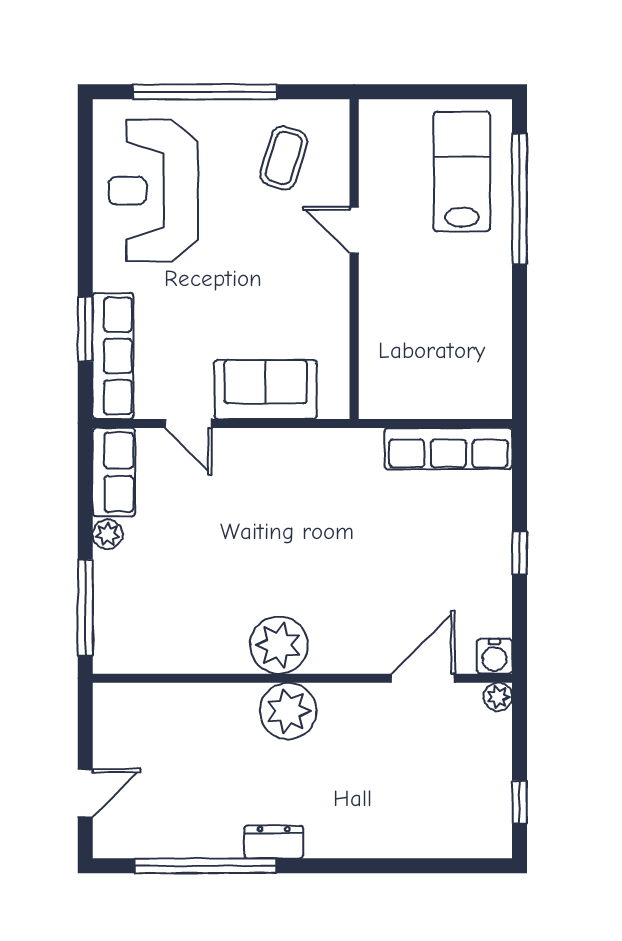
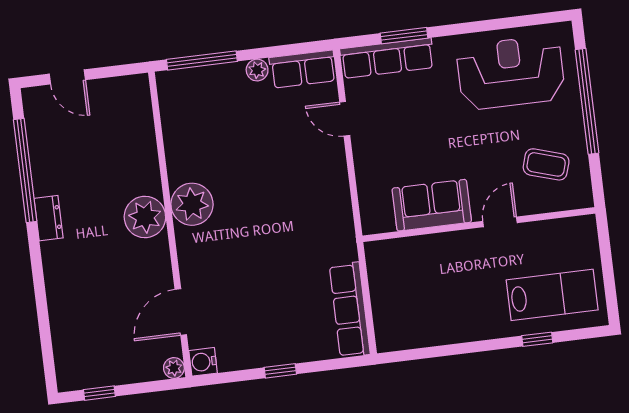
window: (520, 199) -> (537, 339), width x0.32
sofa: (266, 389) -> (432, 205), moved, turned -90
door: (188, 423) -> (345, 119), hinge flipped
door: (423, 678) -> (181, 312), swing flipped

